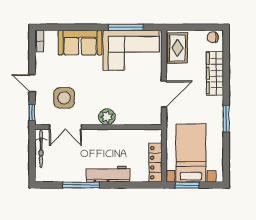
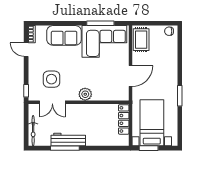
wardrobe: (215, 73) -> (171, 60), removed
door: (32, 83) -> (26, 50), moved
bicycle: (41, 148) -> (33, 131), moved
locker: (155, 163) -> (124, 119), moved
workbench: (108, 174) -> (68, 140), moved

